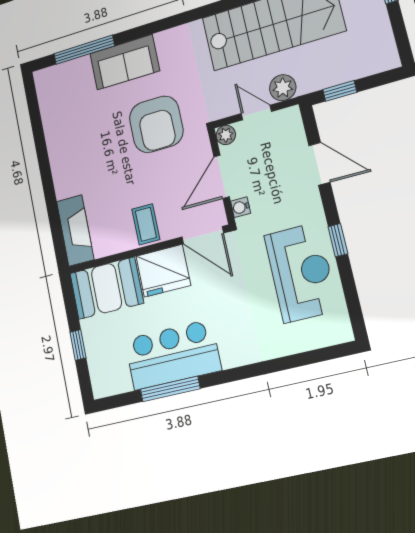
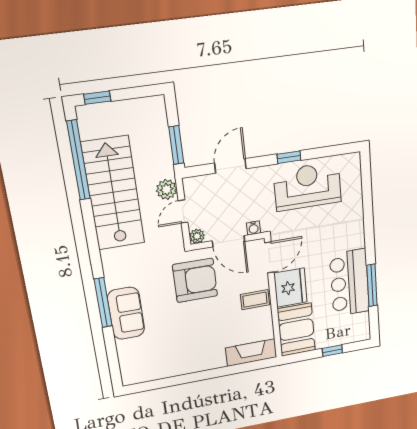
window: (84, 50) -> (103, 303), moved
window: (340, 91) -> (176, 145), width x1.50
armchair: (156, 124) -> (195, 280), moved

